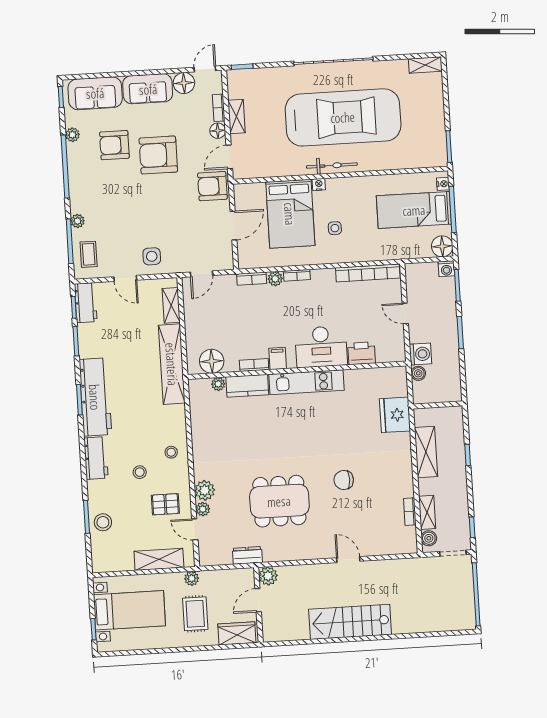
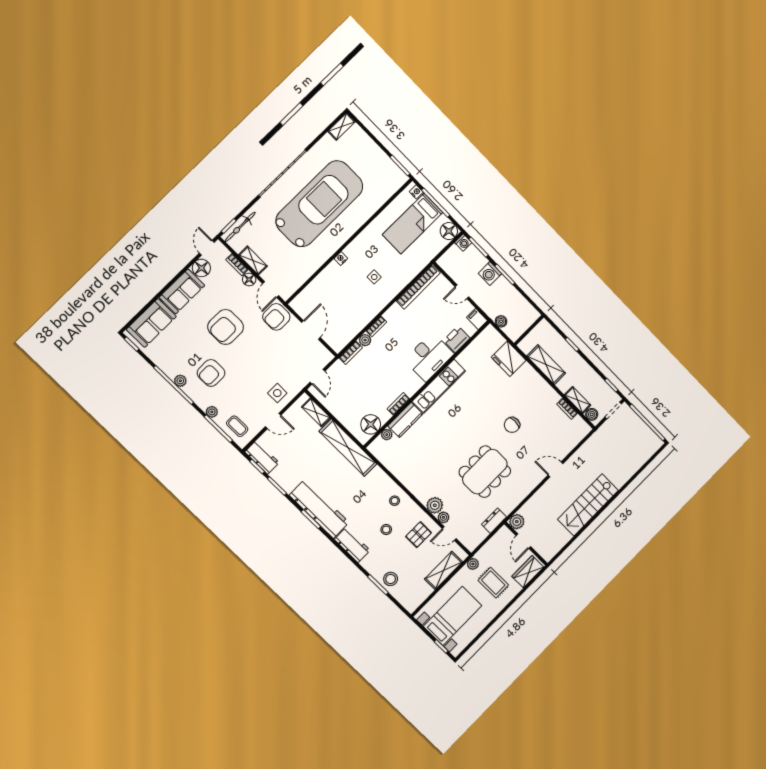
plant: (72, 135) -> (180, 381), moved
armchair: (114, 145) -> (211, 373), moved
bicycle: (332, 166) -> (240, 227), moved, turned 180
bed: (290, 214) -> (339, 292), removed
washing machine: (420, 354) -> (490, 274), moved, turned 180
filing cabinet: (278, 358) -> (477, 319), moved

